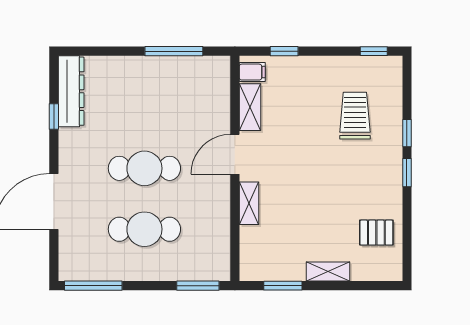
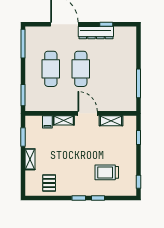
filing cabinet: (252, 72) -> (47, 122), moved
dresser: (71, 91) -> (96, 33), moved
trolley: (355, 116) -> (107, 172), turned 180

